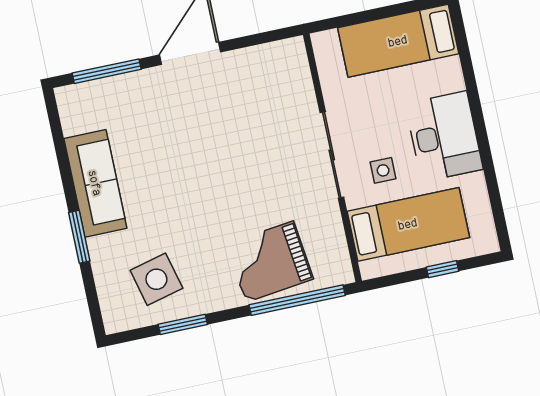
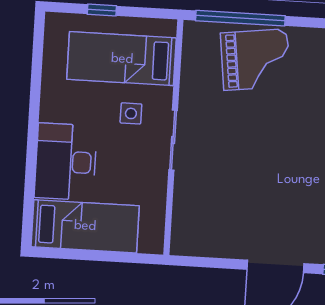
desk: (444, 136) -> (66, 162), moved
sliding door: (332, 155) -> (173, 140), width x0.73

